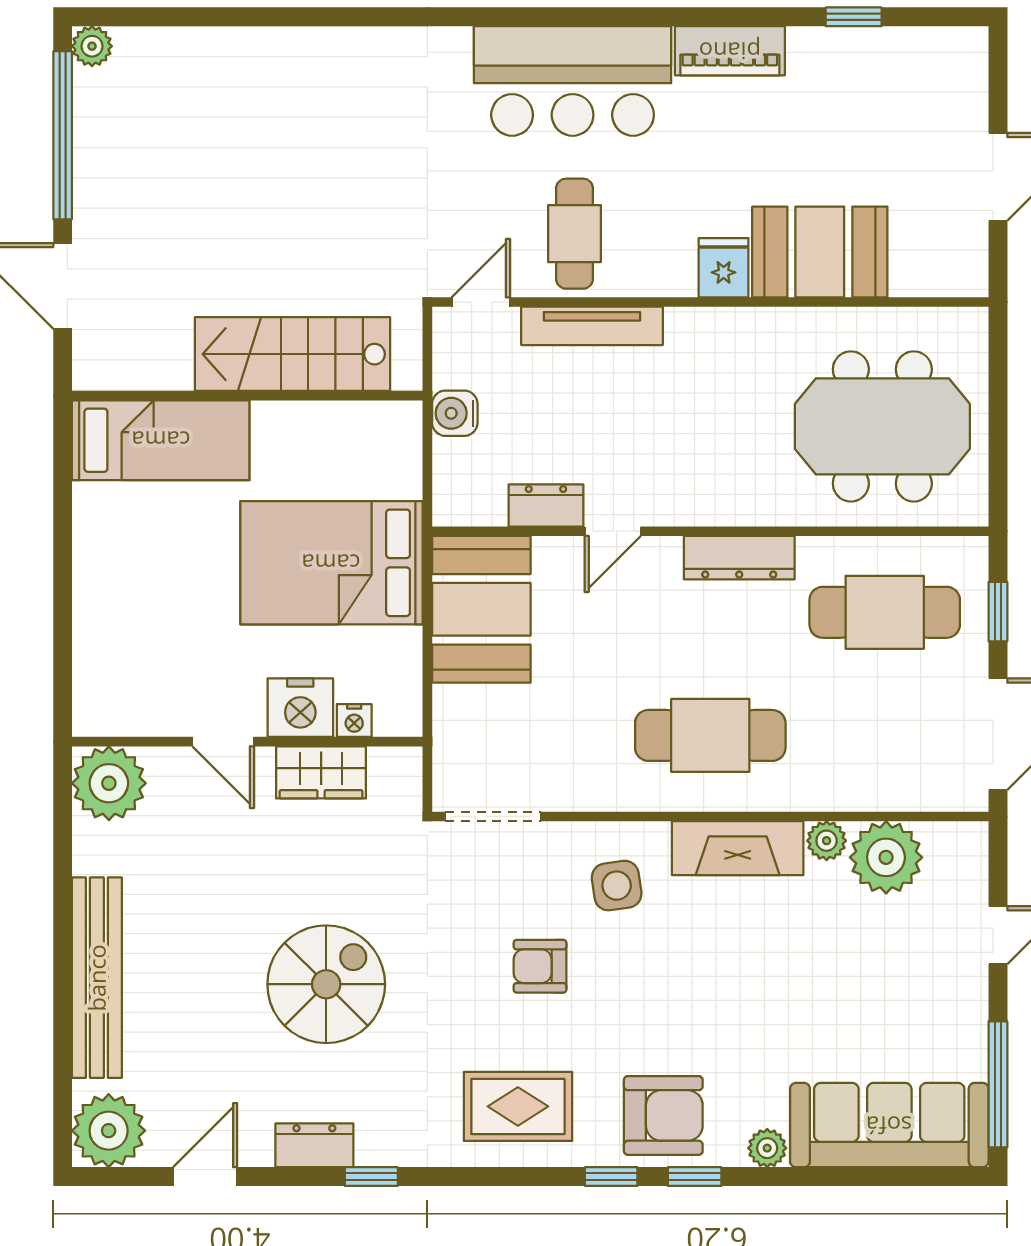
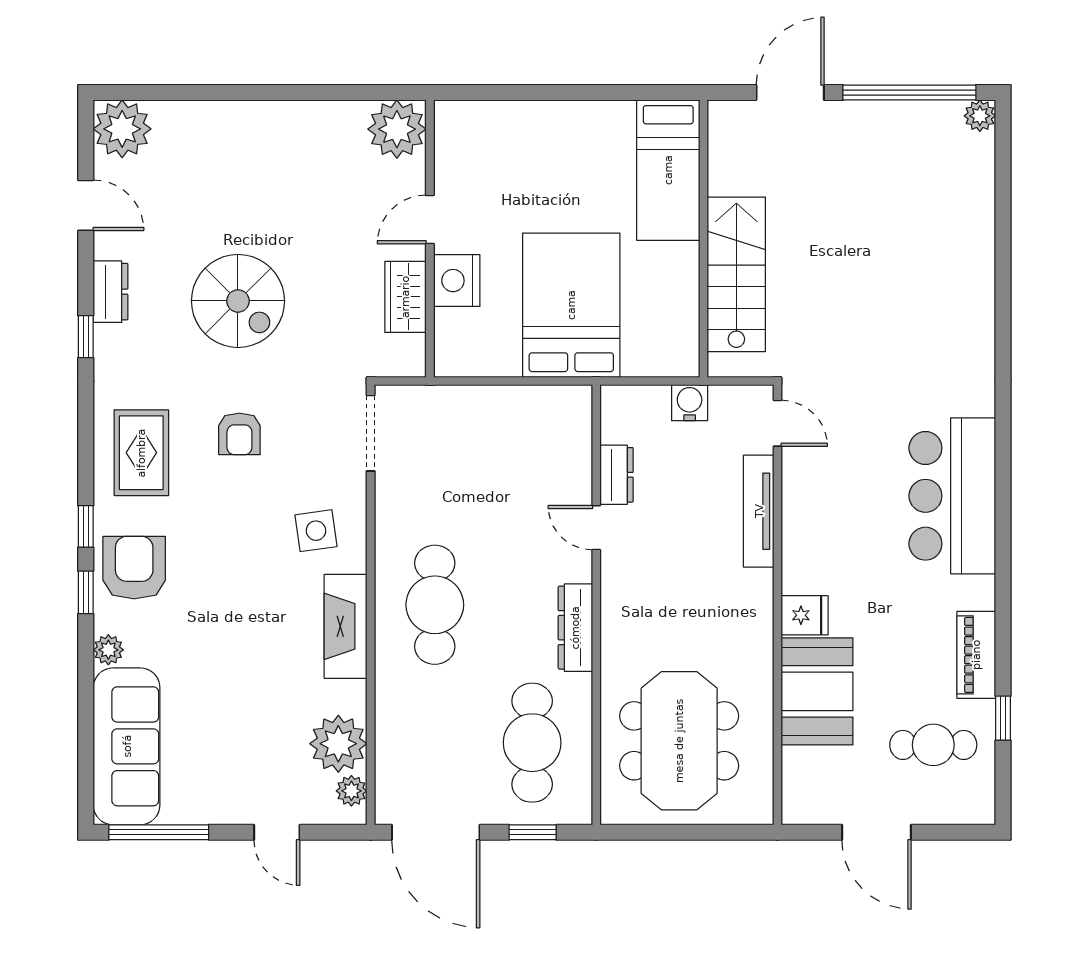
piano: (730, 51) -> (976, 655), moved
cafe table: (575, 234) -> (933, 745), moved
booth: (481, 609) -> (534, 424), removed
nightstand: (354, 721) -> (447, 323), removed
plant: (827, 841) -> (351, 791), moved
armchair: (540, 966) -> (239, 434), moved, turned 180
bench: (97, 978) -> (243, 120), removed
armchair: (663, 1115) -> (134, 568), turned 180

